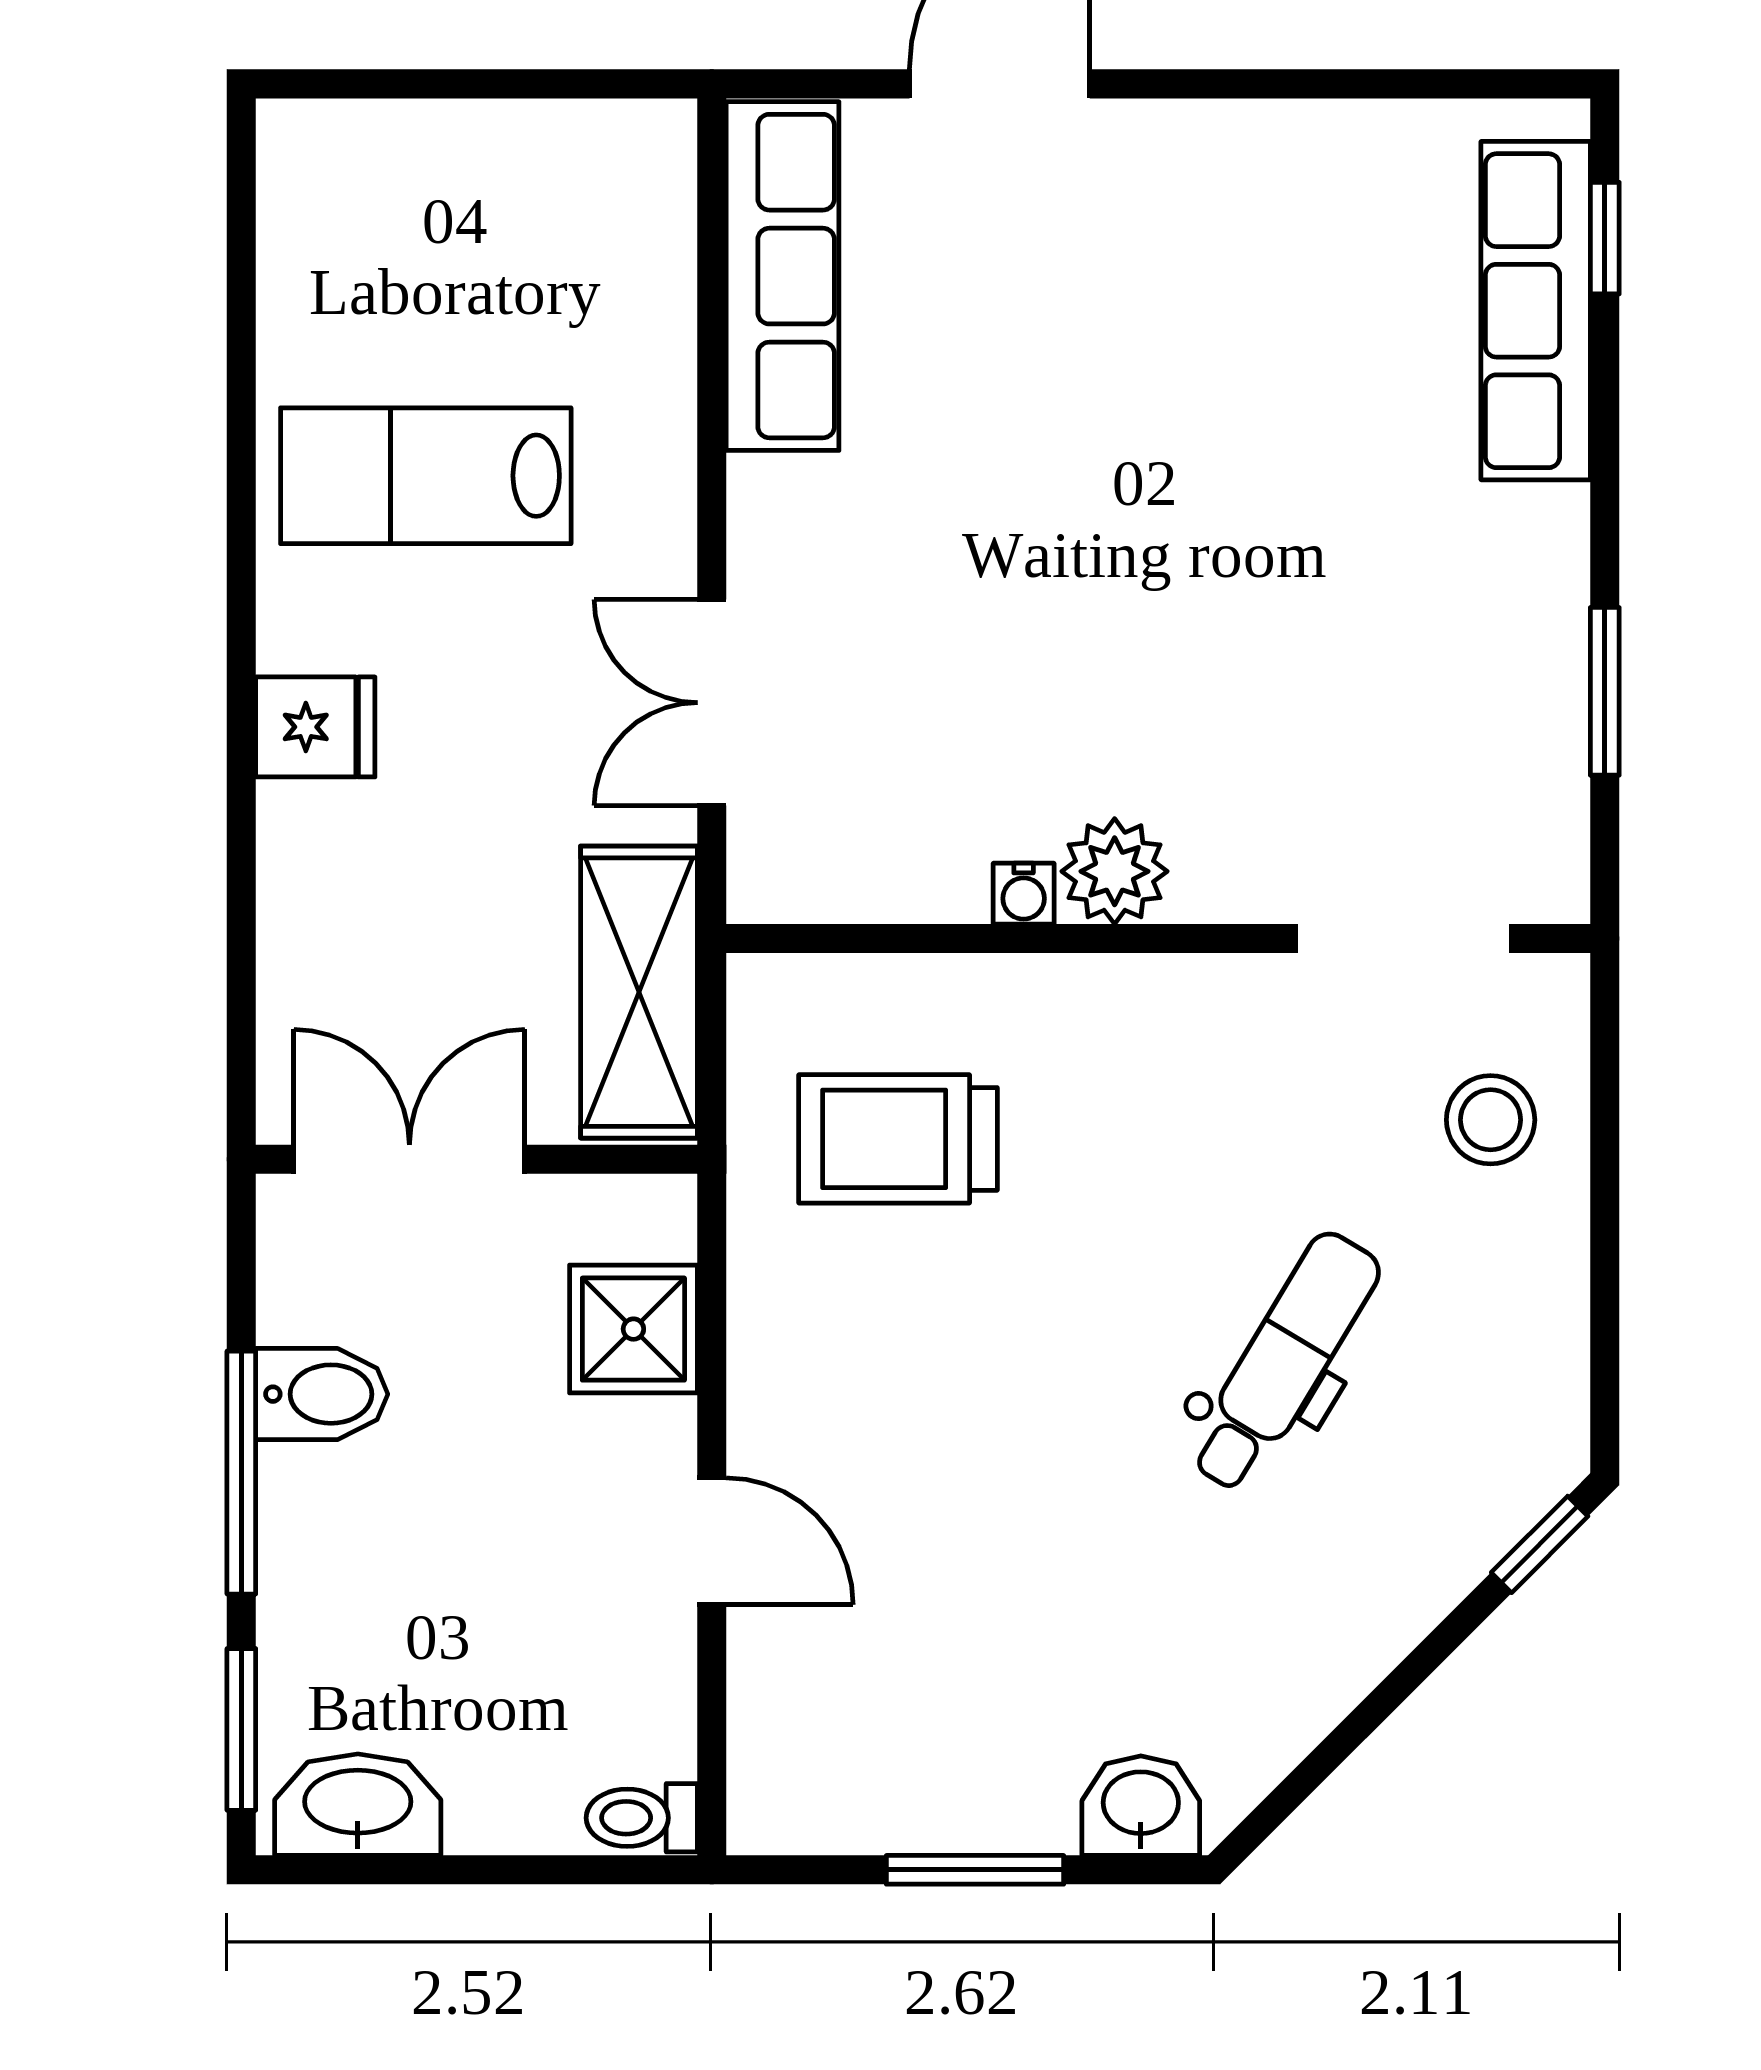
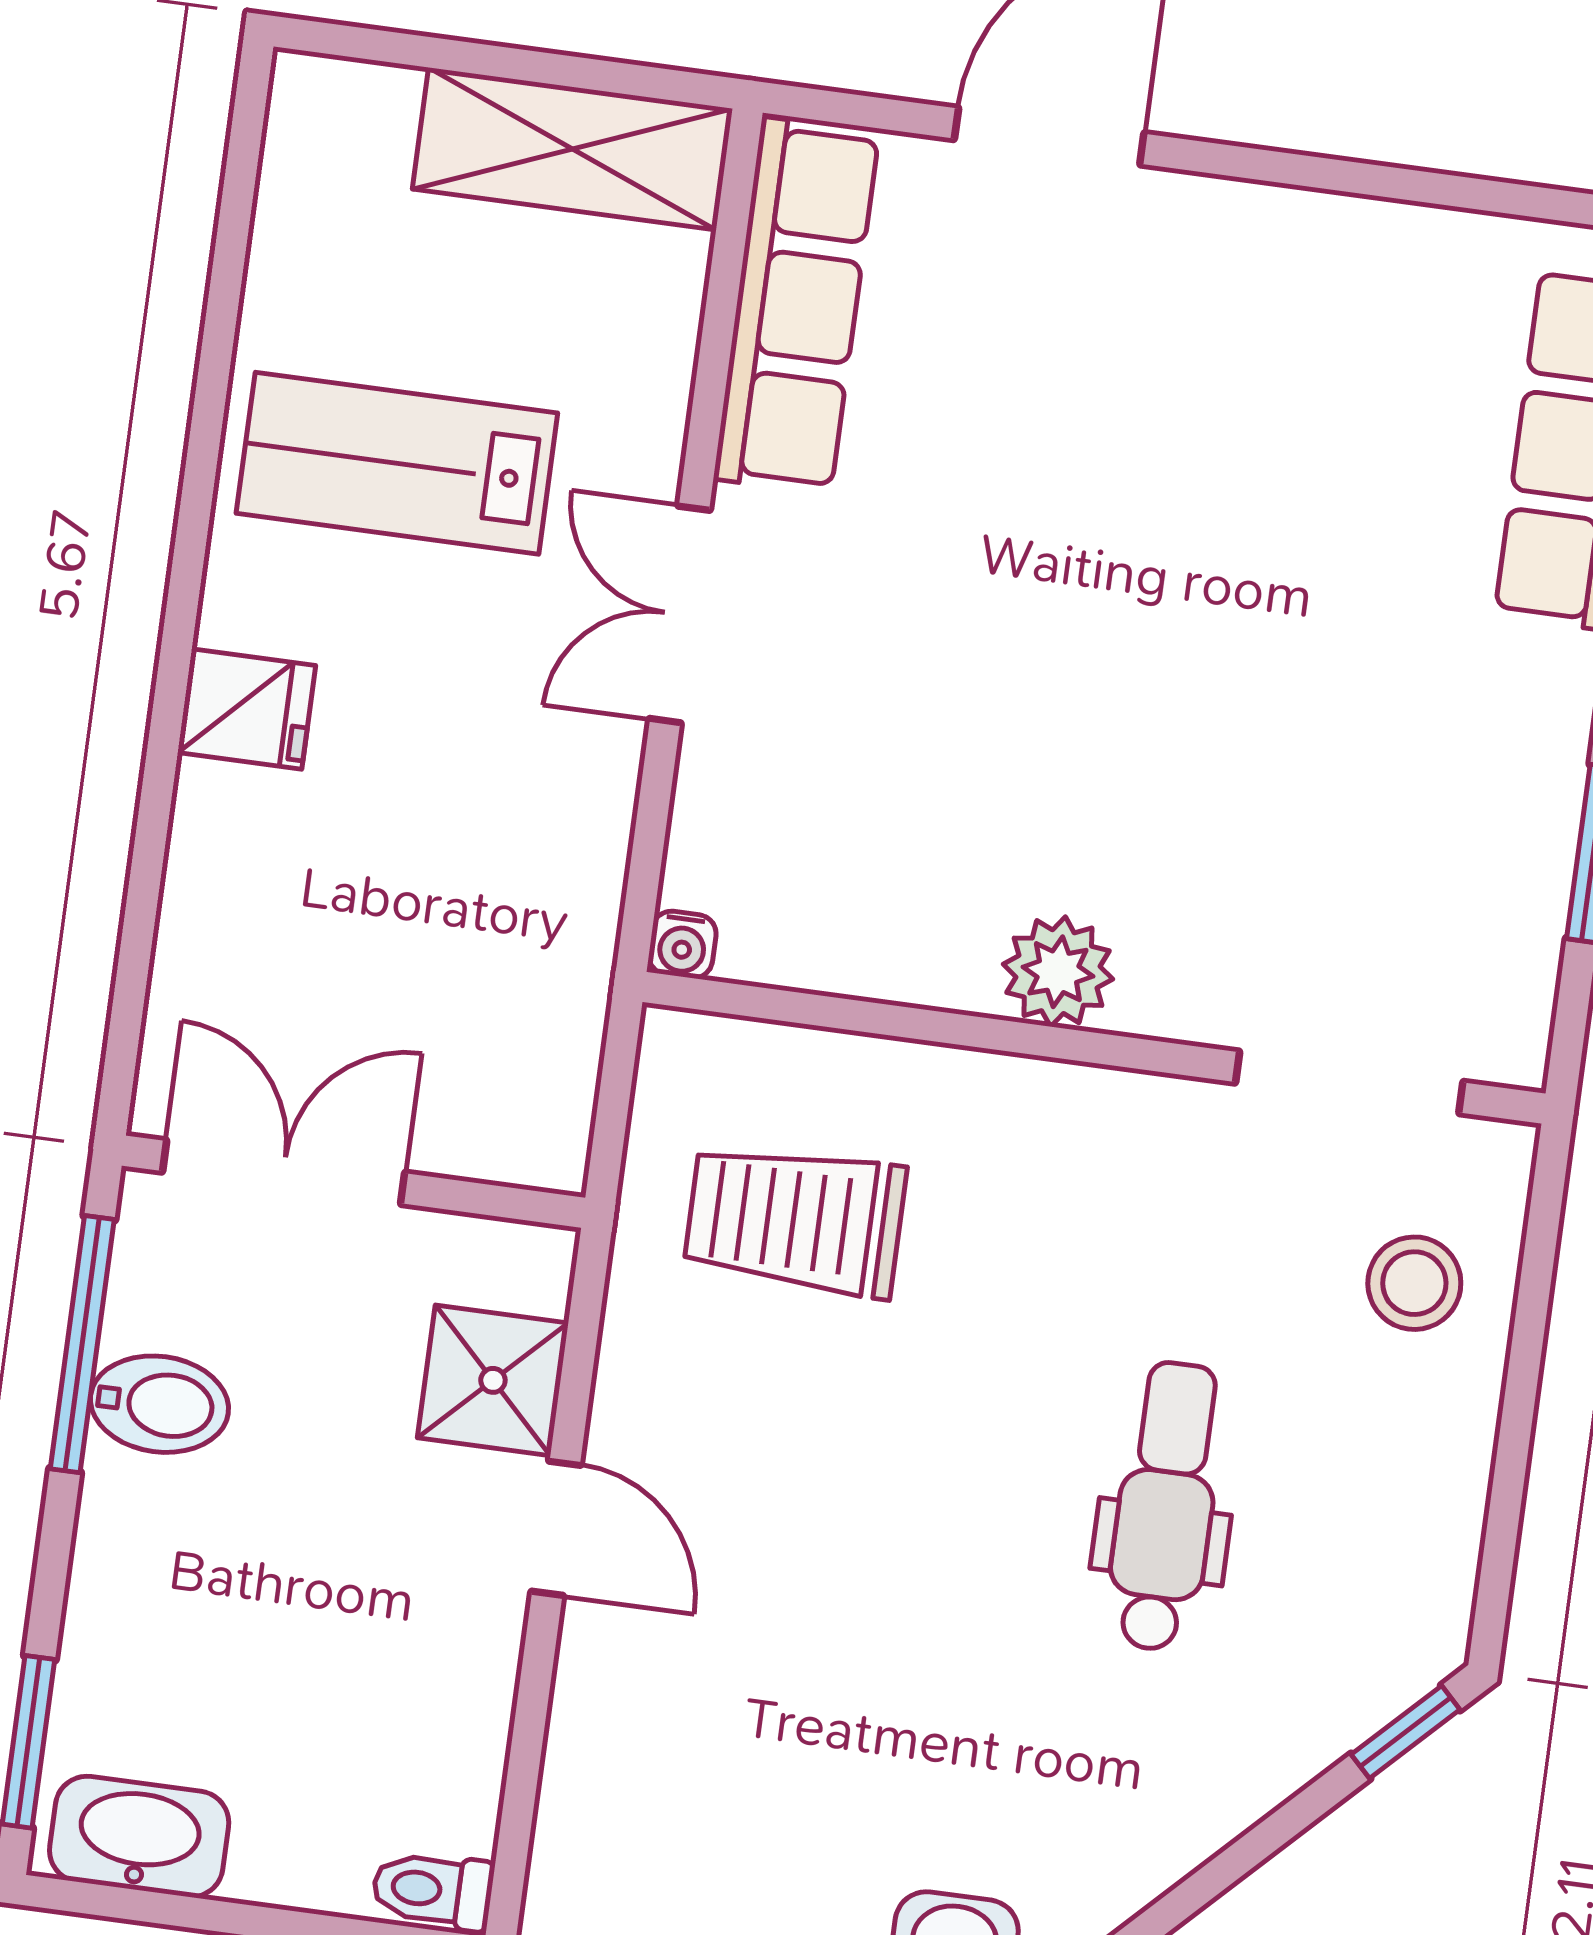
double door: (712, 703) -> (680, 614), moved
water cooler: (1024, 894) -> (682, 945), moved
shelving: (639, 992) -> (572, 149), moved, turned 90
dental chair: (1284, 1362) -> (1165, 1506), turned -31
window: (241, 1473) -> (82, 1344), moved
door: (712, 1541) -> (556, 1528), moved

